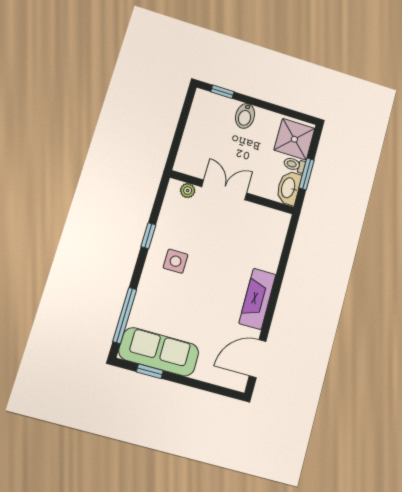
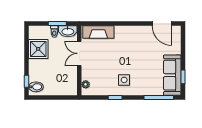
bidet: (245, 116) -> (36, 87), moved
shower: (294, 139) -> (38, 49), moved
double door: (224, 190) -> (79, 53), moved
fireplace: (257, 299) -> (98, 32), moved

